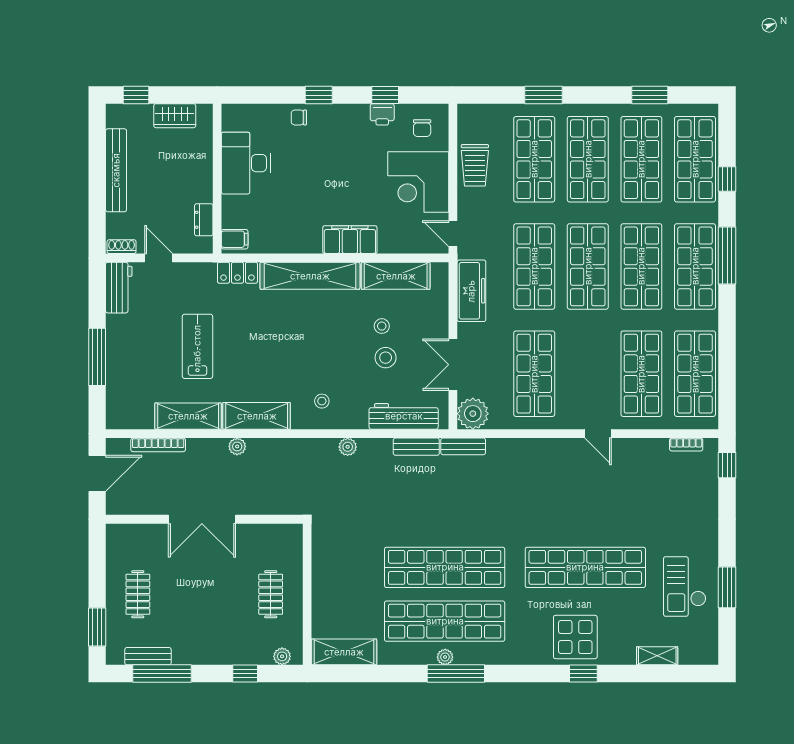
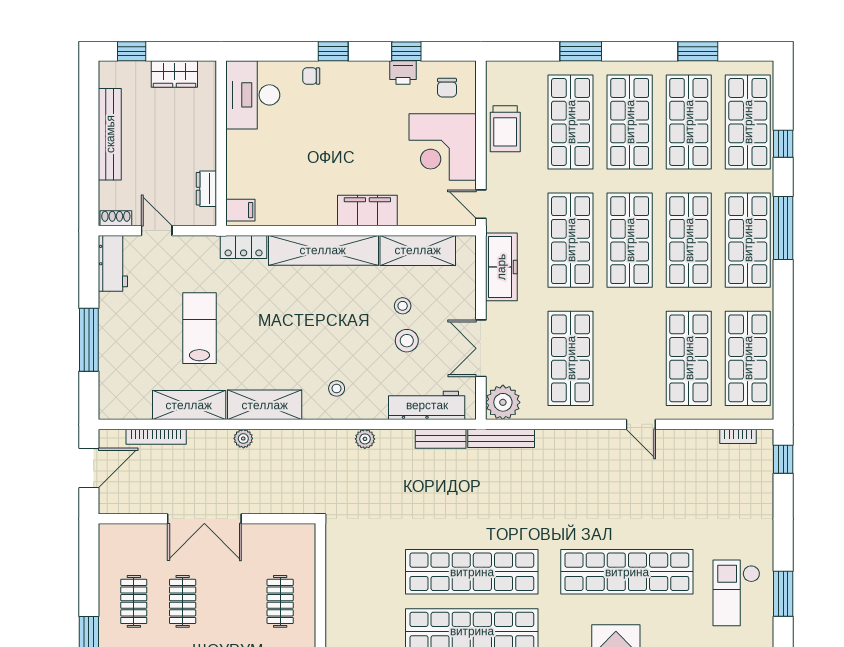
desk: (246, 163) -> (253, 95), moved
bench: (463, 446) -> (501, 438), width x1.36
clothes rail: (182, 594) -> (183, 601), added

